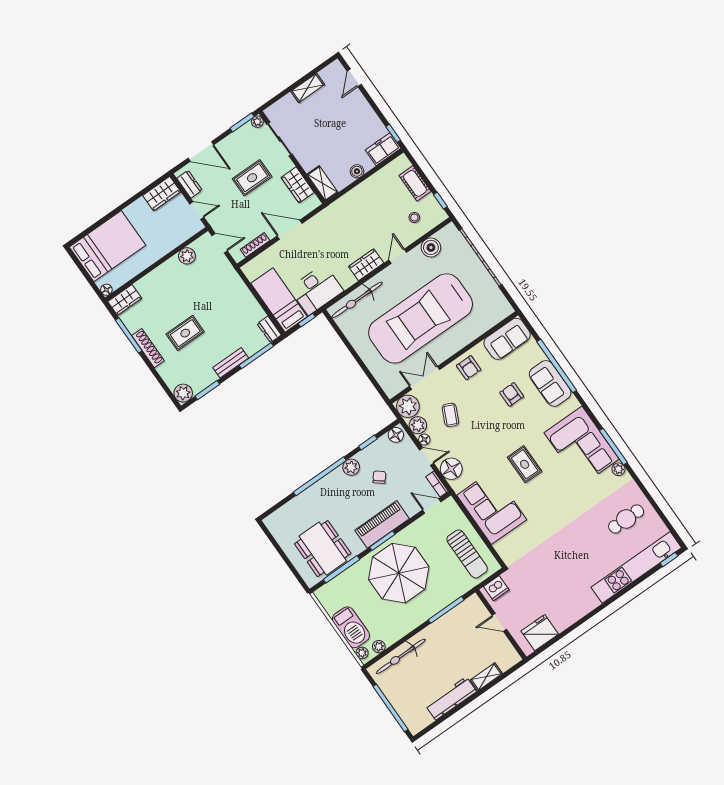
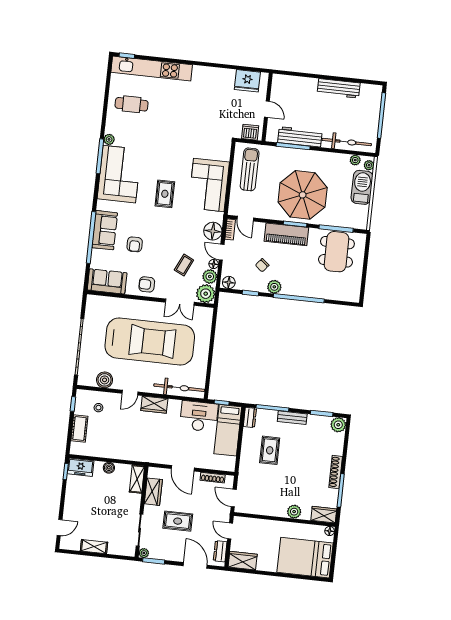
plant: (187, 256) -> (294, 512), moved
rug: (185, 333) -> (270, 450), moved, turned 90
armchair: (469, 368) -> (147, 284), turned -90
workbench: (447, 624) -> (300, 137), added
shelving: (486, 677) -> (305, 83), removed

